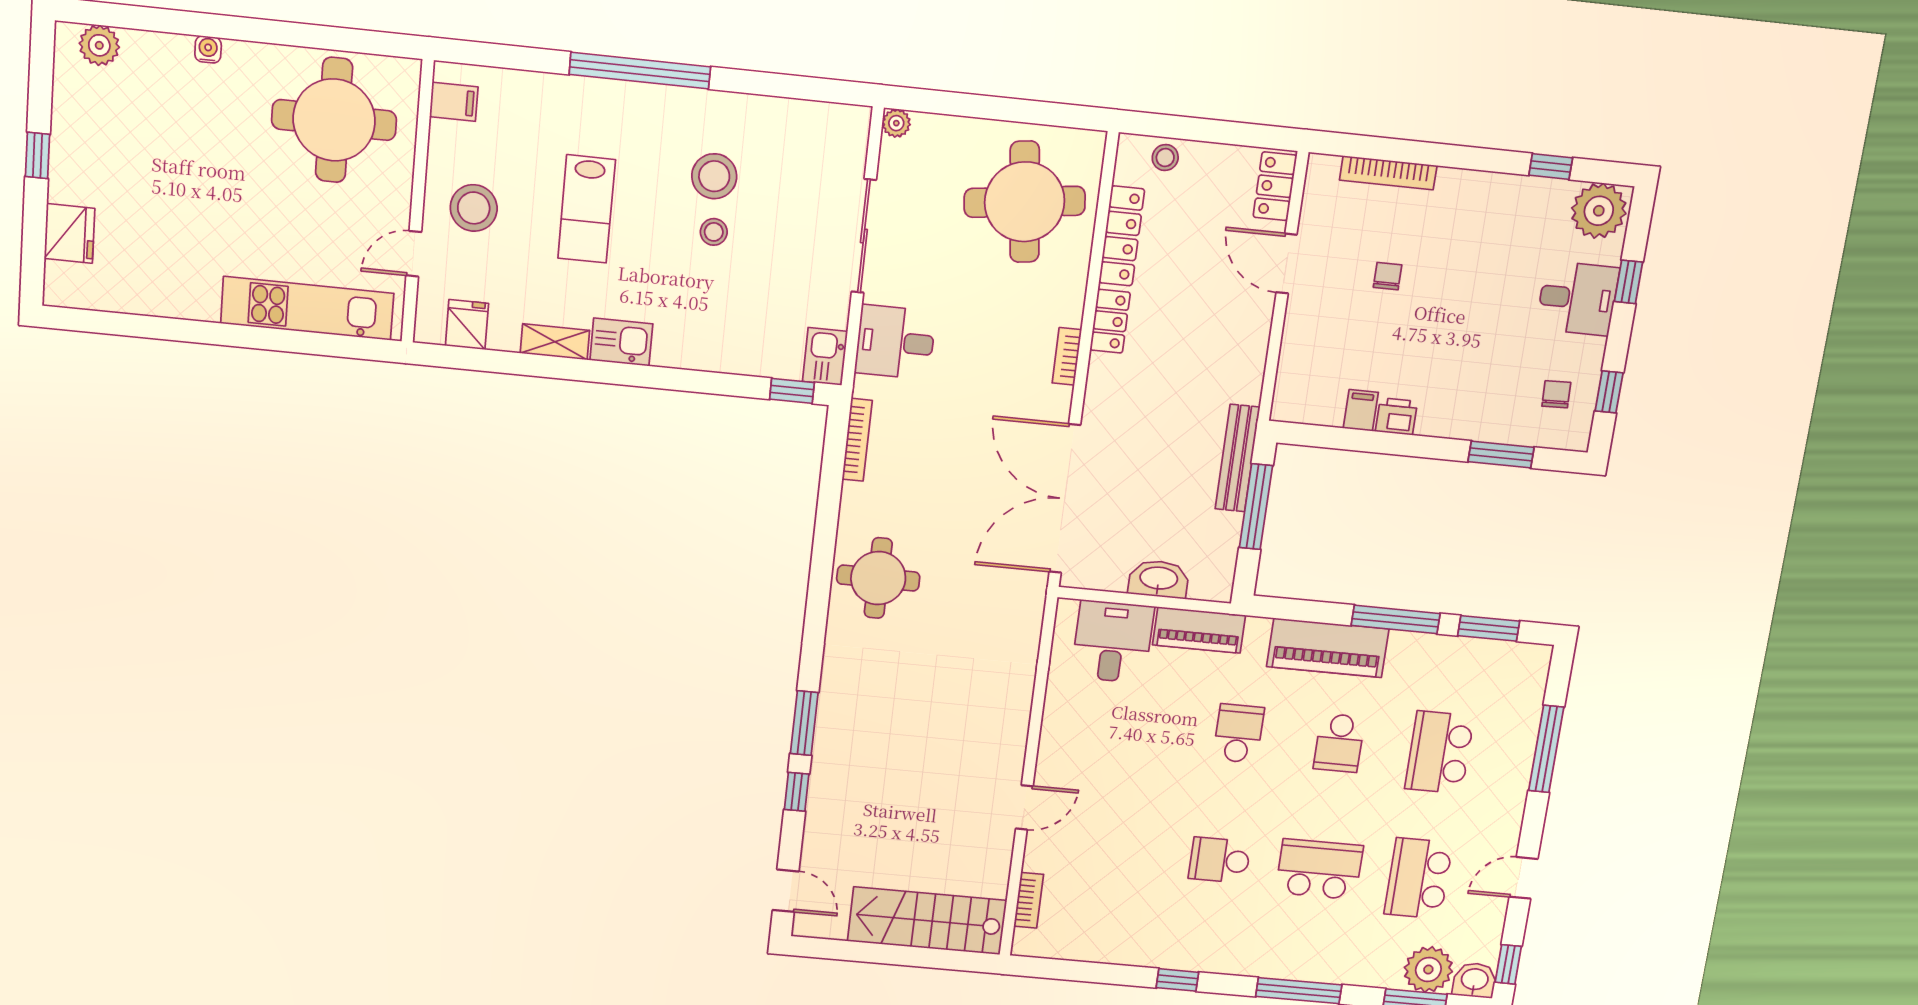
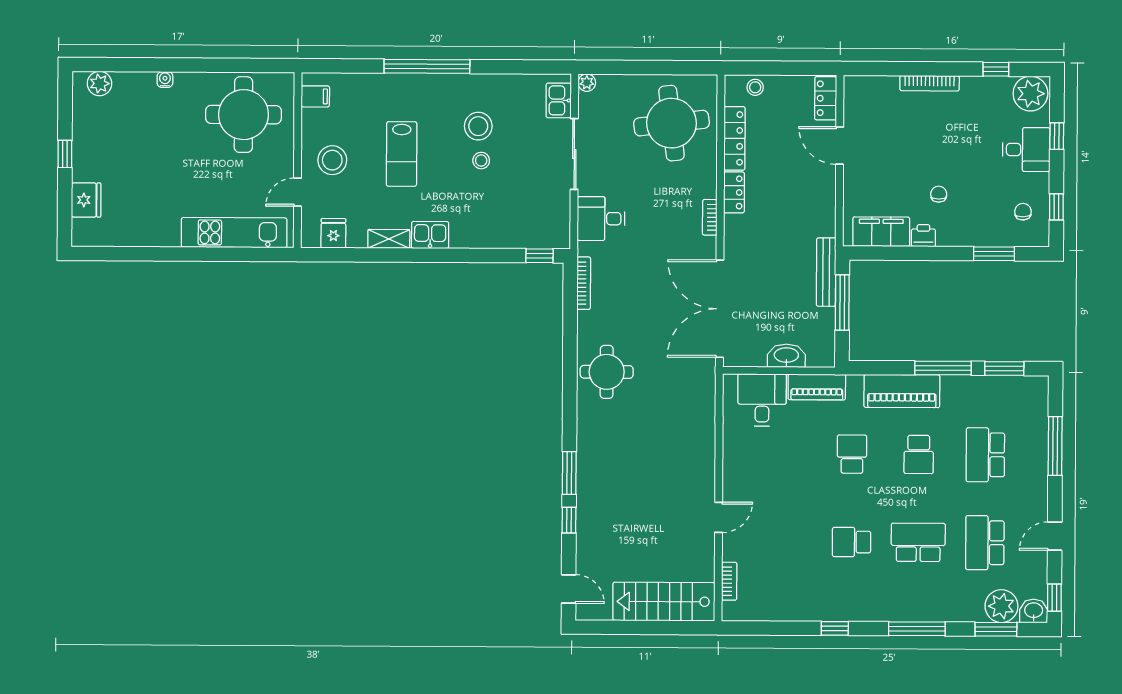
bookcase: (1388, 173) -> (930, 83), moved
chair: (1388, 276) -> (939, 194), moved
kitchen sink: (825, 356) -> (559, 100), moved
filing cabinet: (1361, 410) -> (881, 232), width x3.00, depth x1.17

